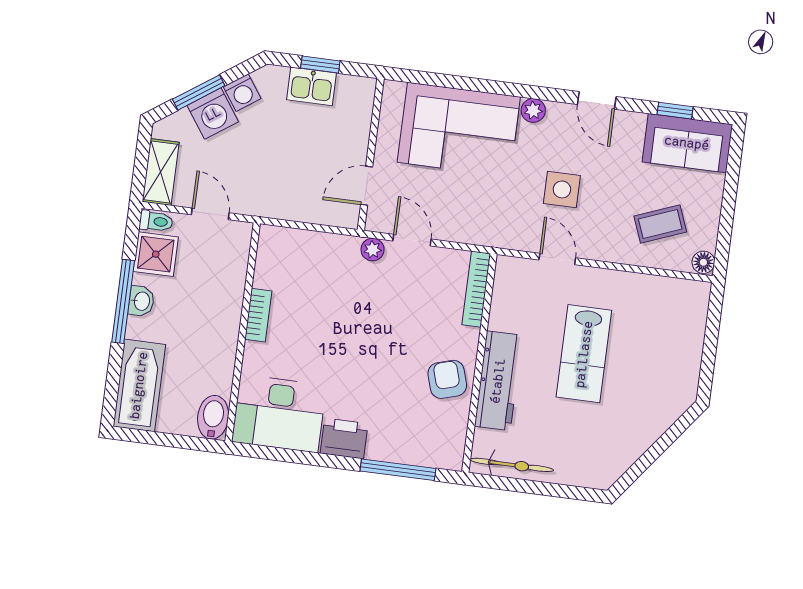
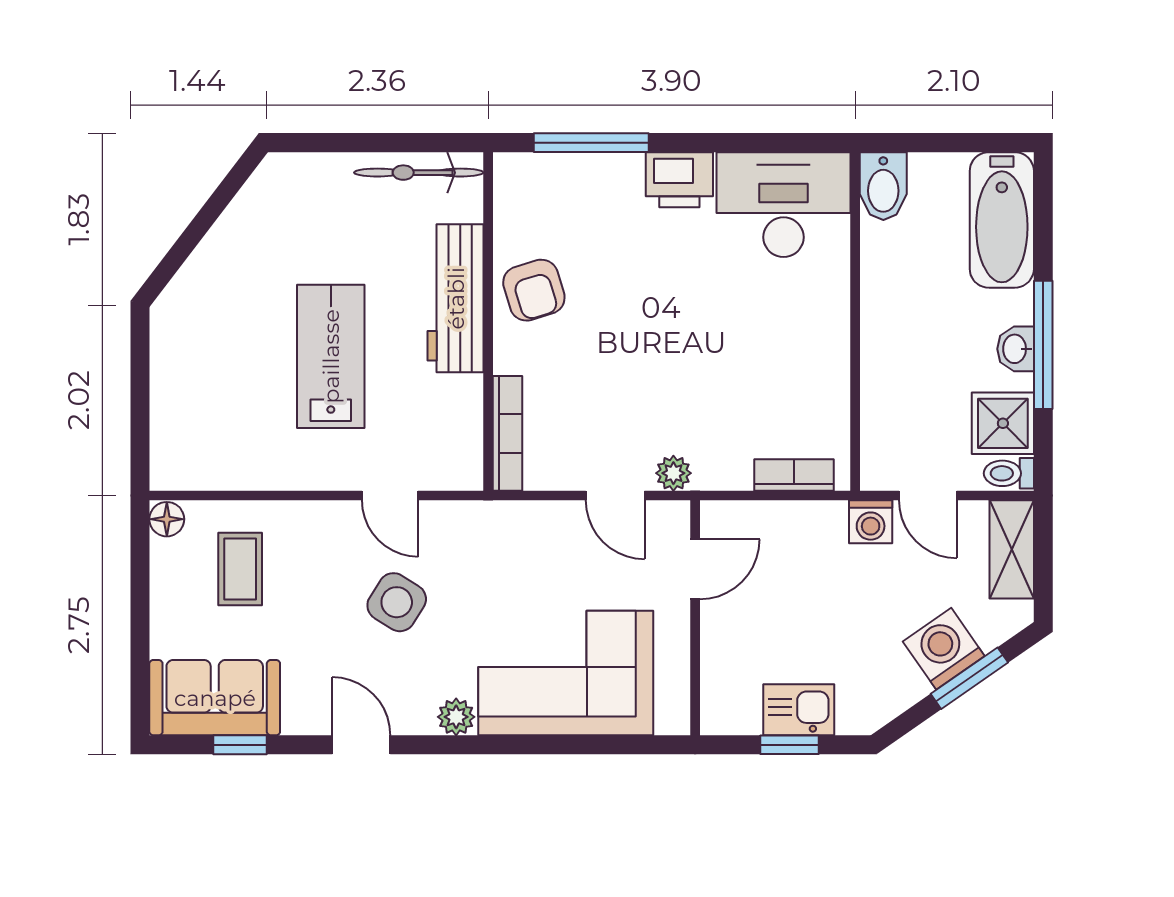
washing machine: (242, 93) -> (871, 522), moved, turned -145
side table: (562, 189) -> (397, 602), turned 32
coffee table: (660, 224) -> (240, 569), turned -69
bookcase: (258, 315) -> (794, 475), moved, turned 90

